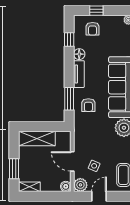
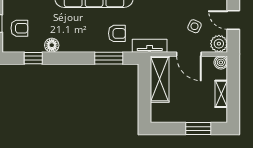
tv unit: (79, 74) -> (150, 46), moved
shelving: (37, 139) -> (160, 79), moved
door: (72, 161) -> (189, 54), hinge flipped
shelving: (29, 187) -> (221, 94), moved

